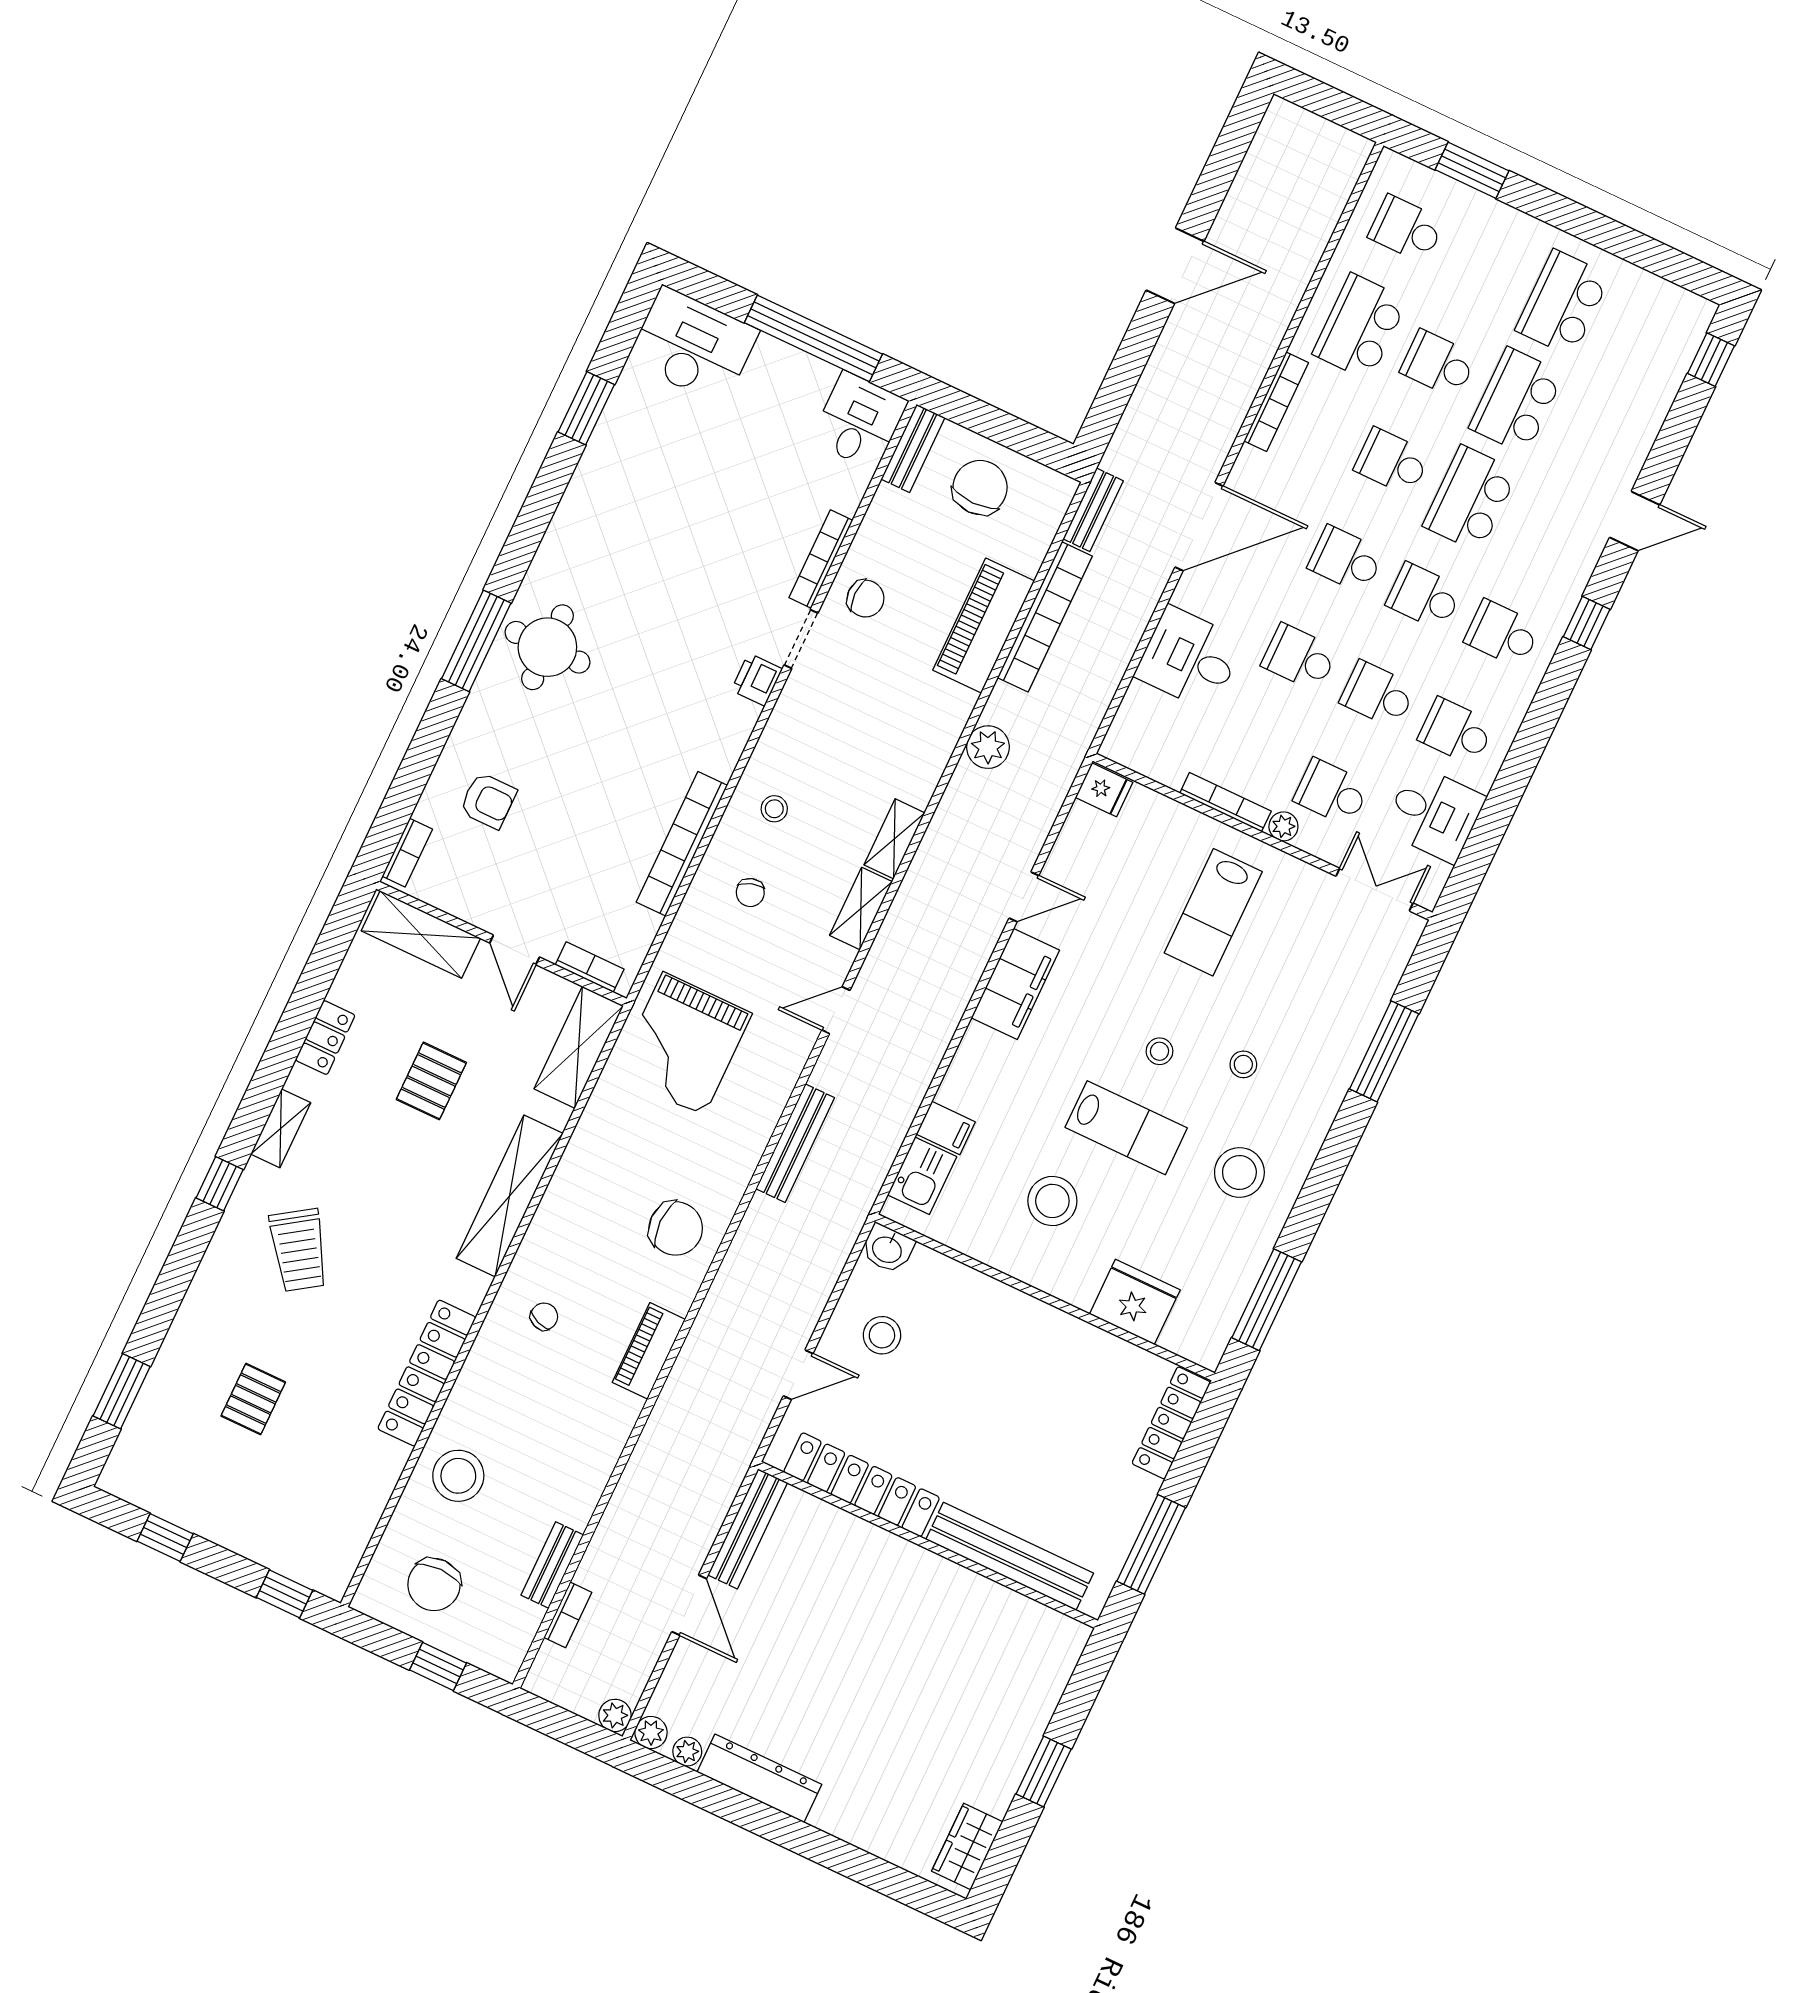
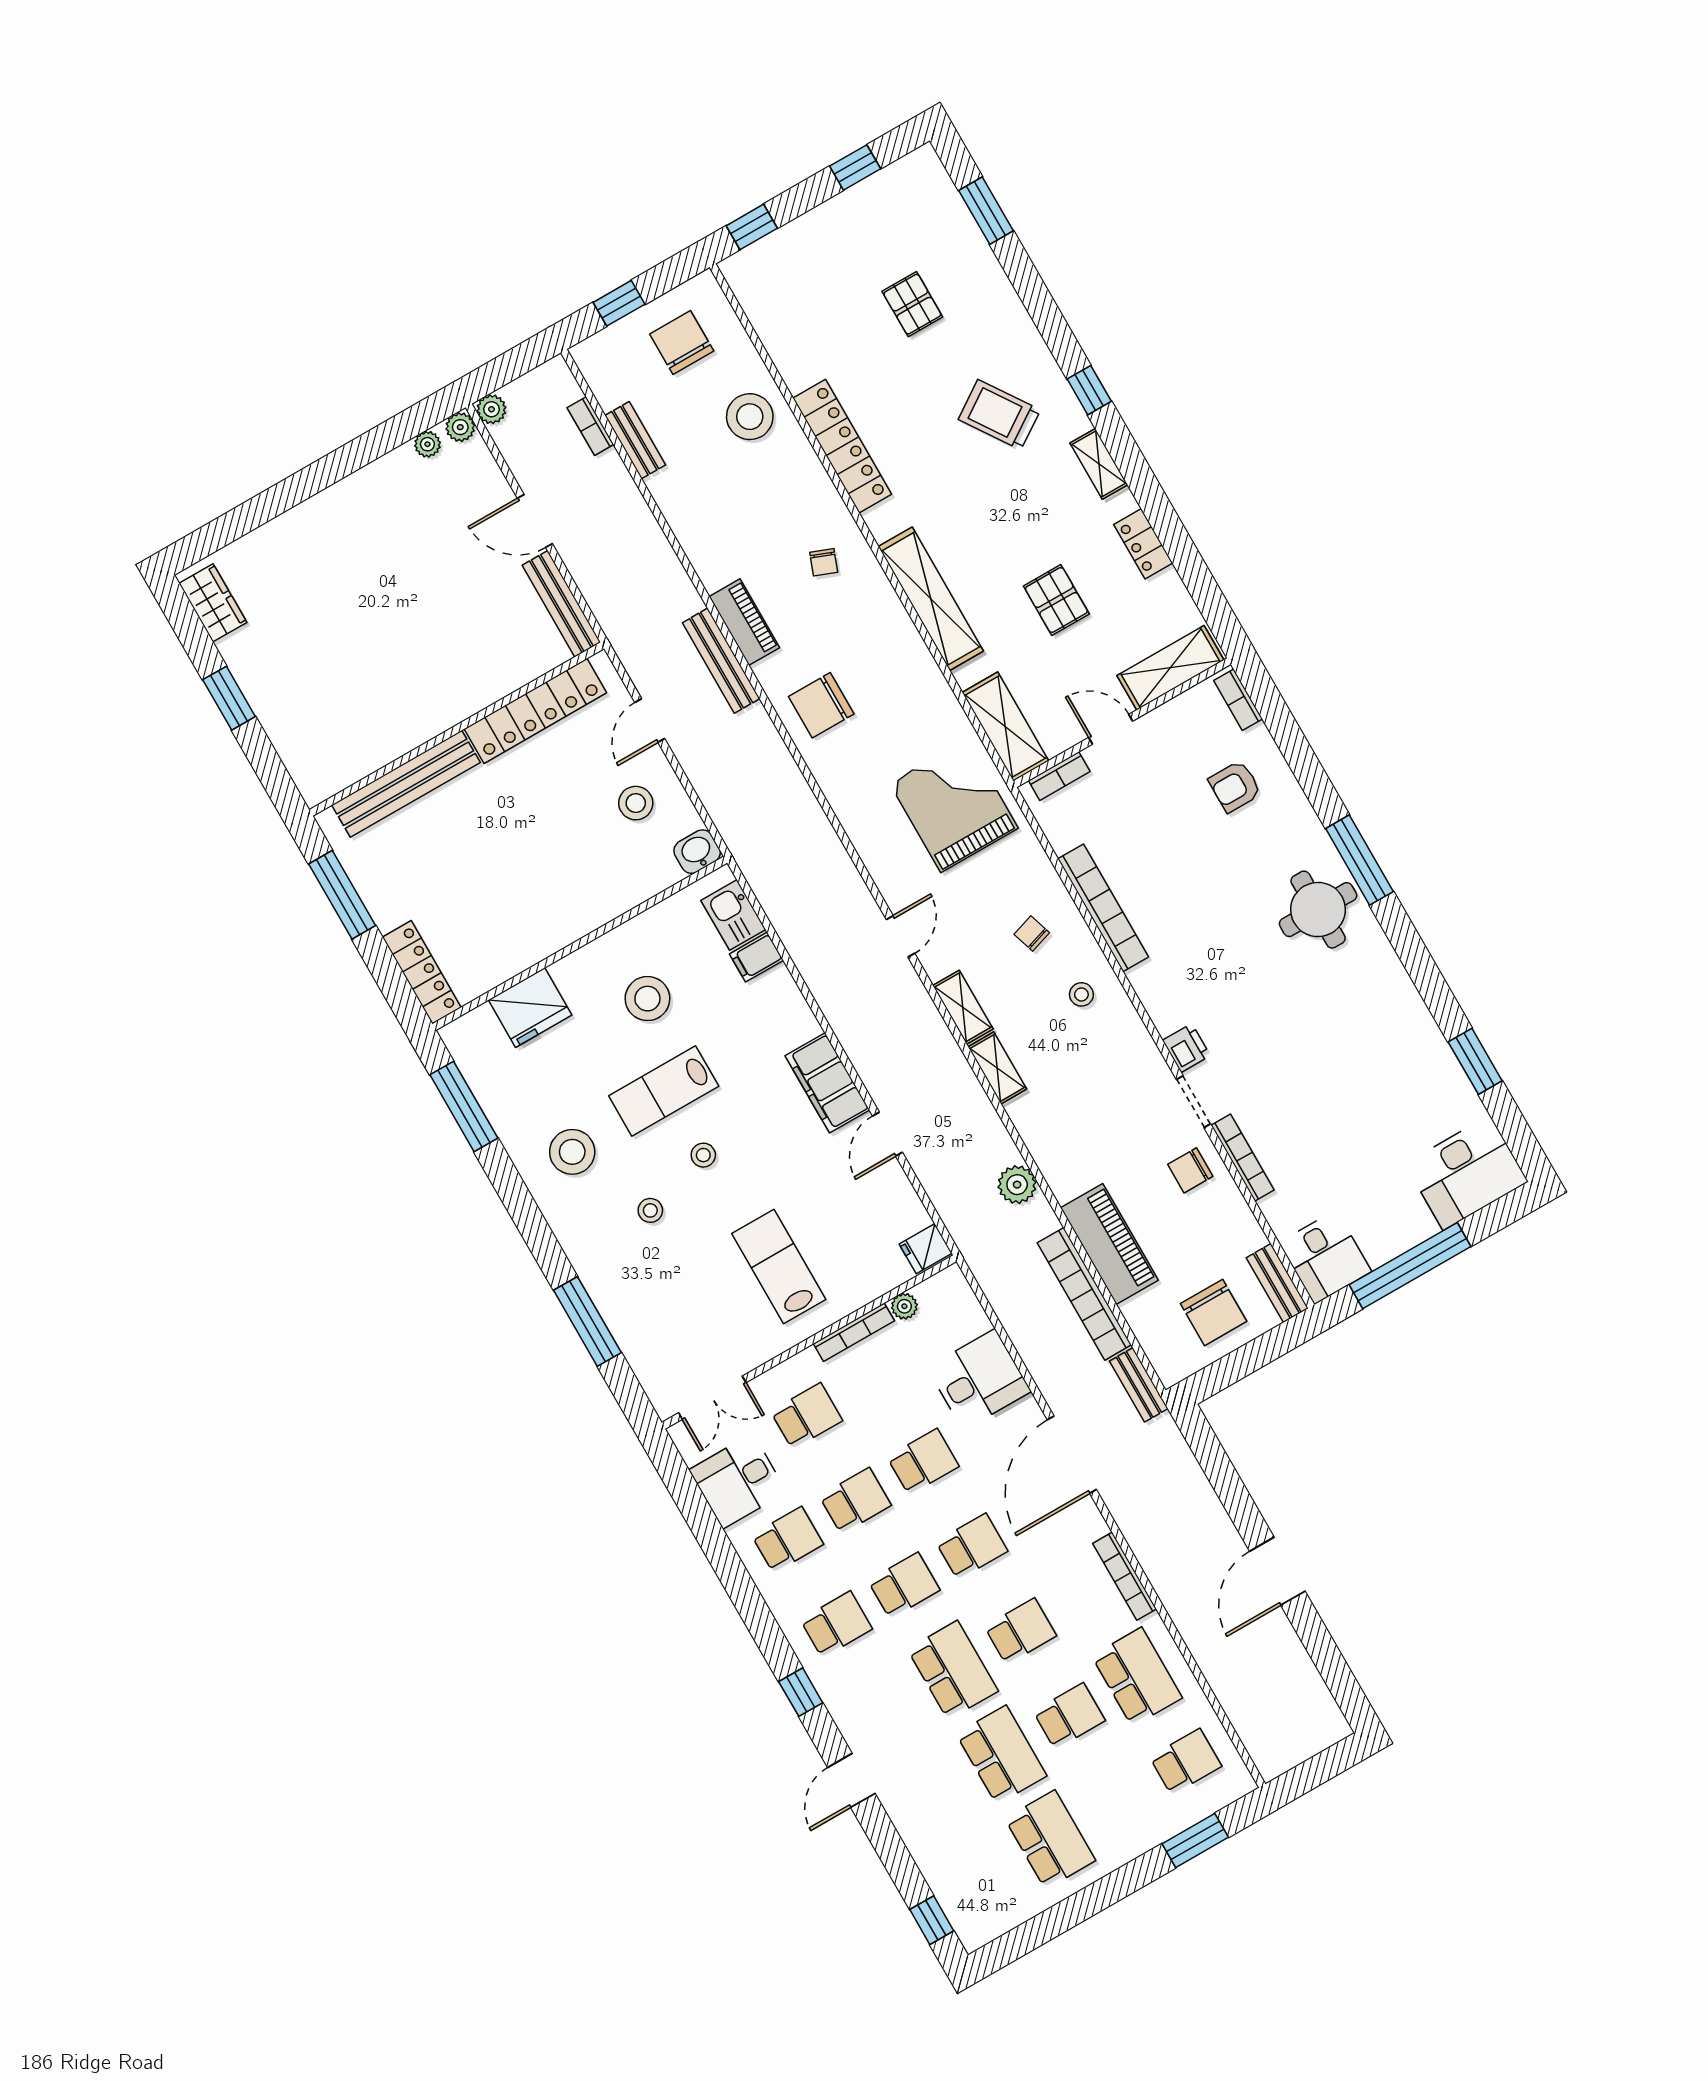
plant: (1283, 826) -> (904, 1306), moved
bench: (795, 1143) -> (721, 661), moved
dresser: (759, 1778) -> (371, 484), removed

